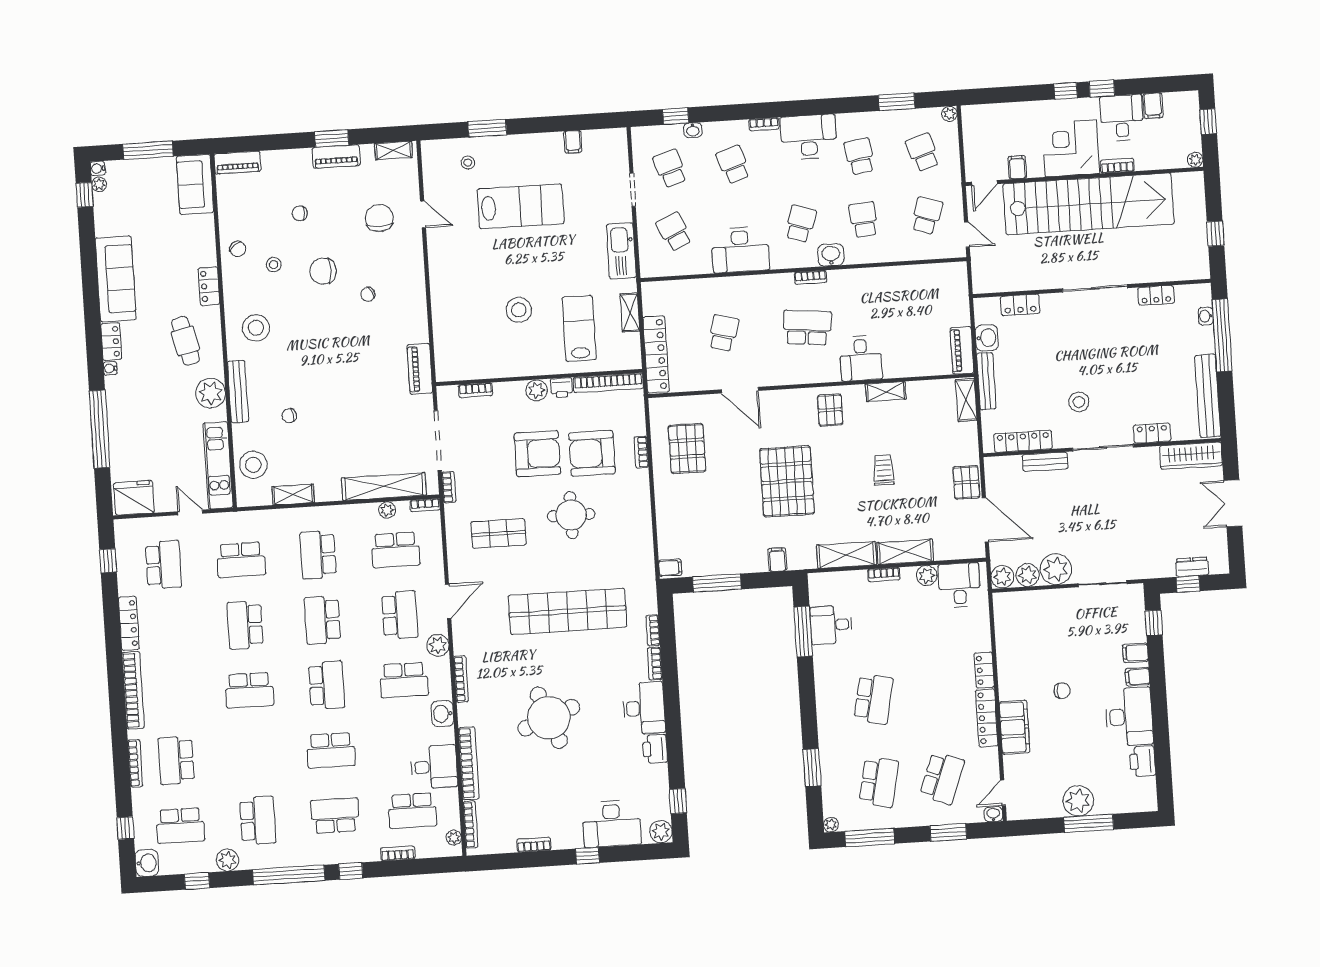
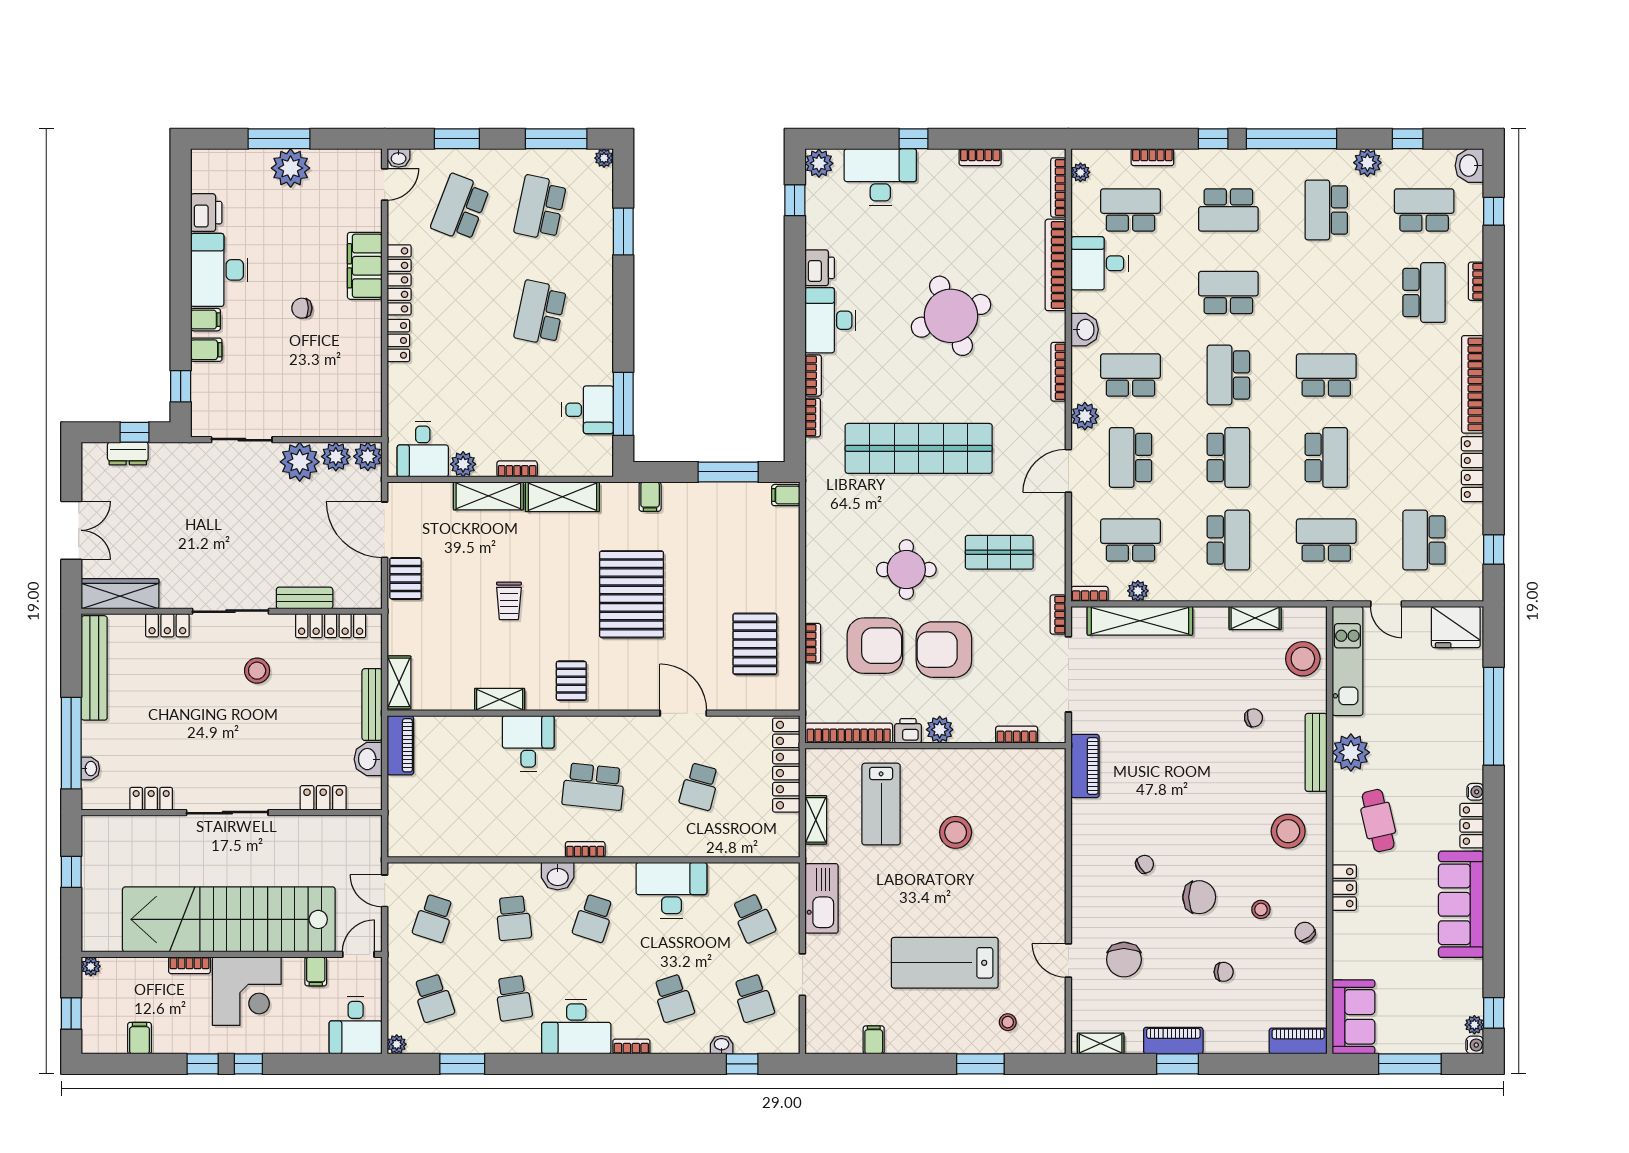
desk: (1122, 118) -> (356, 1025), moved
bookcase: (135, 763) -> (1476, 281), width x0.64

